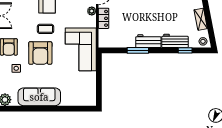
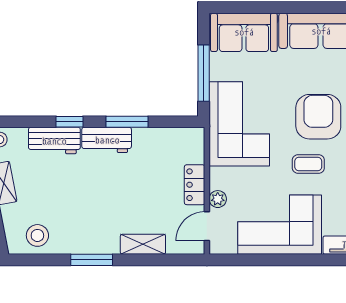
window: (185, 50) -> (70, 122), moved
window: (99, 75) -> (204, 73), added
sofa: (78, 96) -> (244, 32), added

